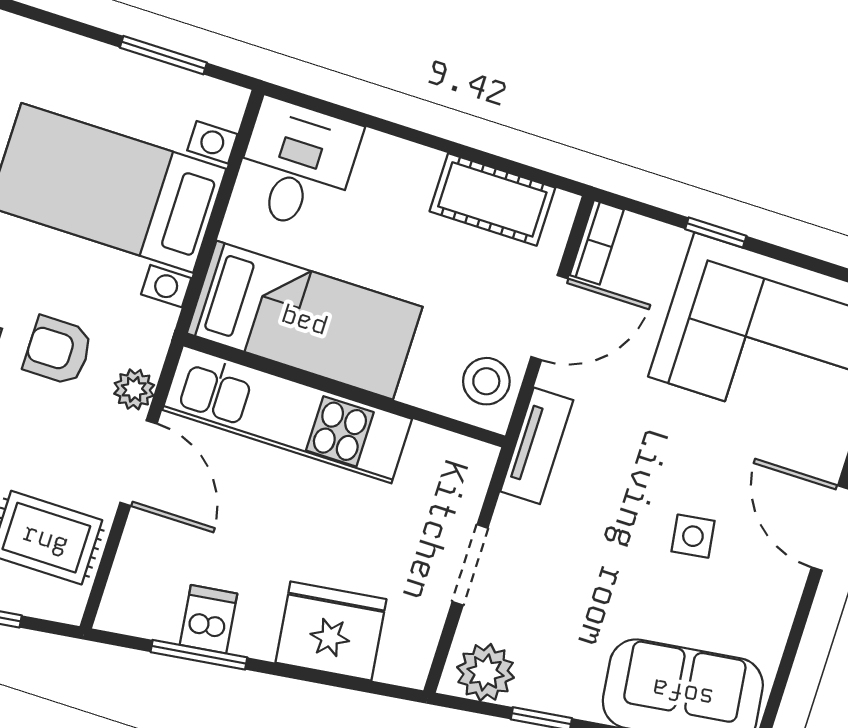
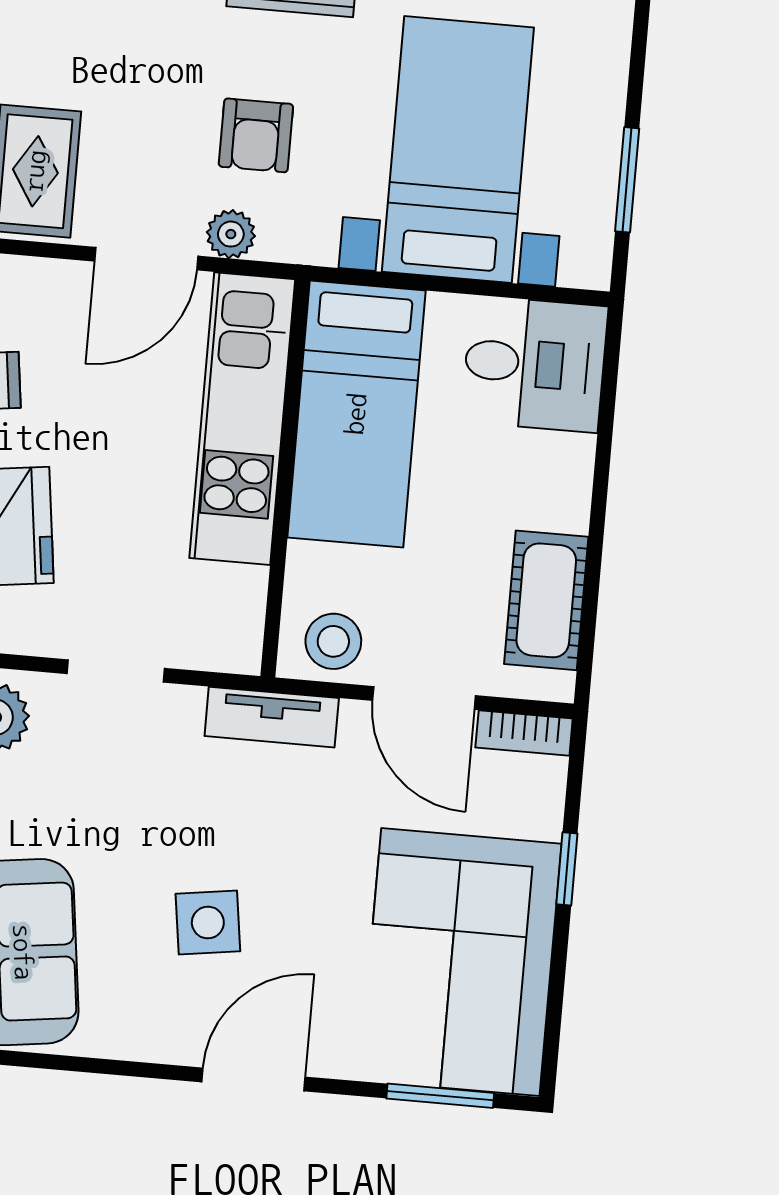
armchair: (58, 351) -> (256, 135), turned 180
side table: (693, 536) -> (208, 922), width x1.37, depth x1.37

